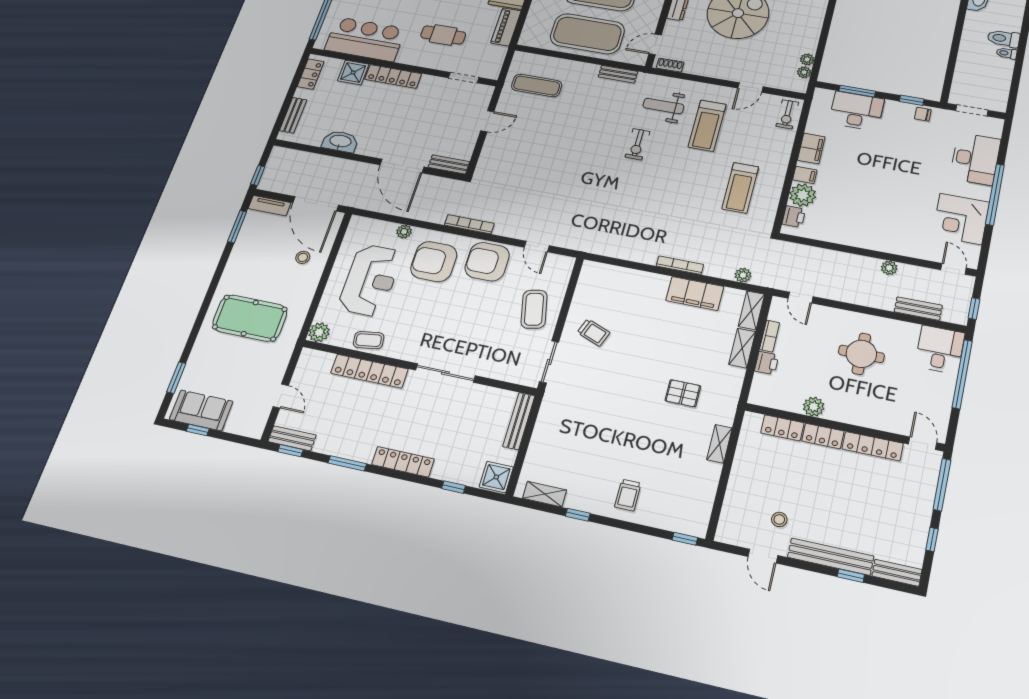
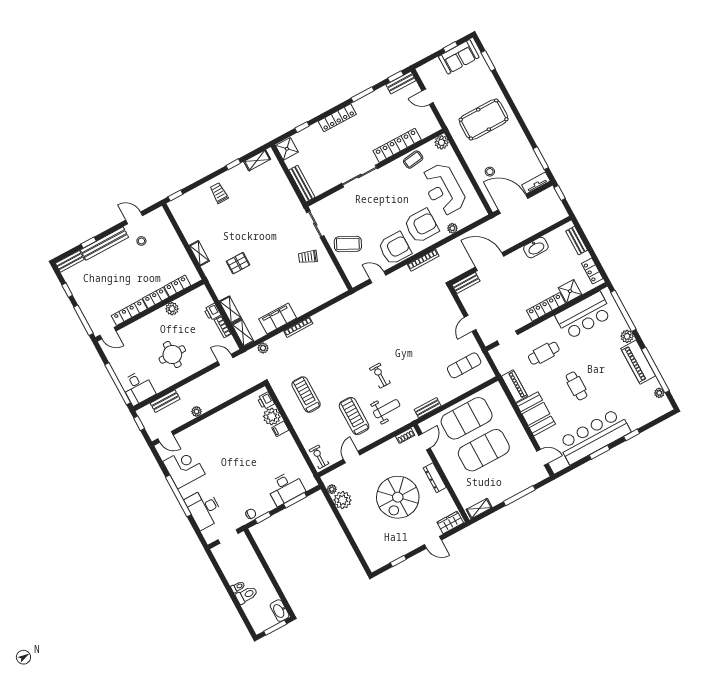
plant: (807, 59) -> (343, 500), width x1.87, depth x1.87
filing cabinet: (811, 149) -> (290, 447), removed
coffee table: (534, 309) -> (348, 244), turned -51

